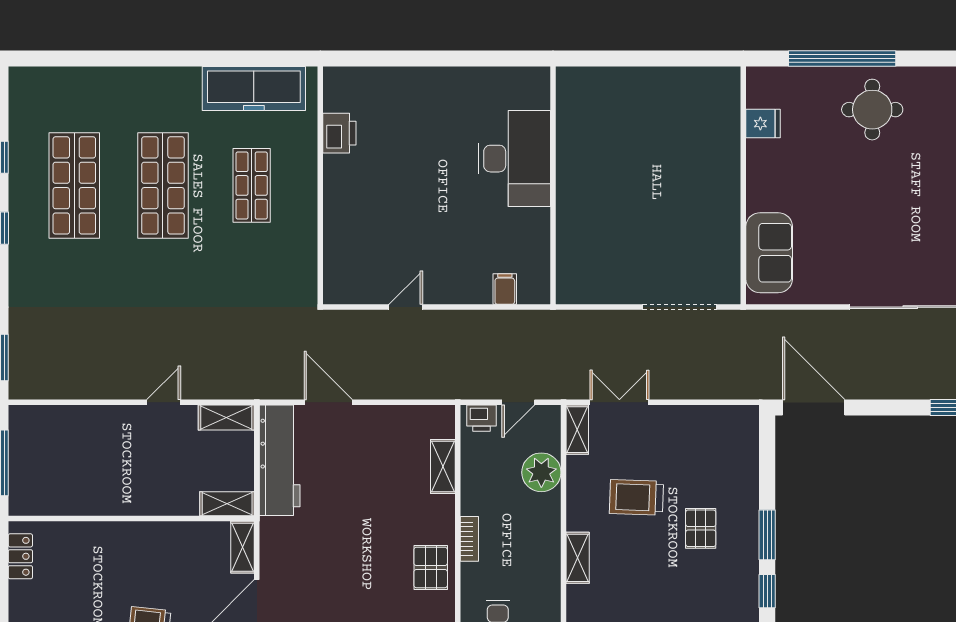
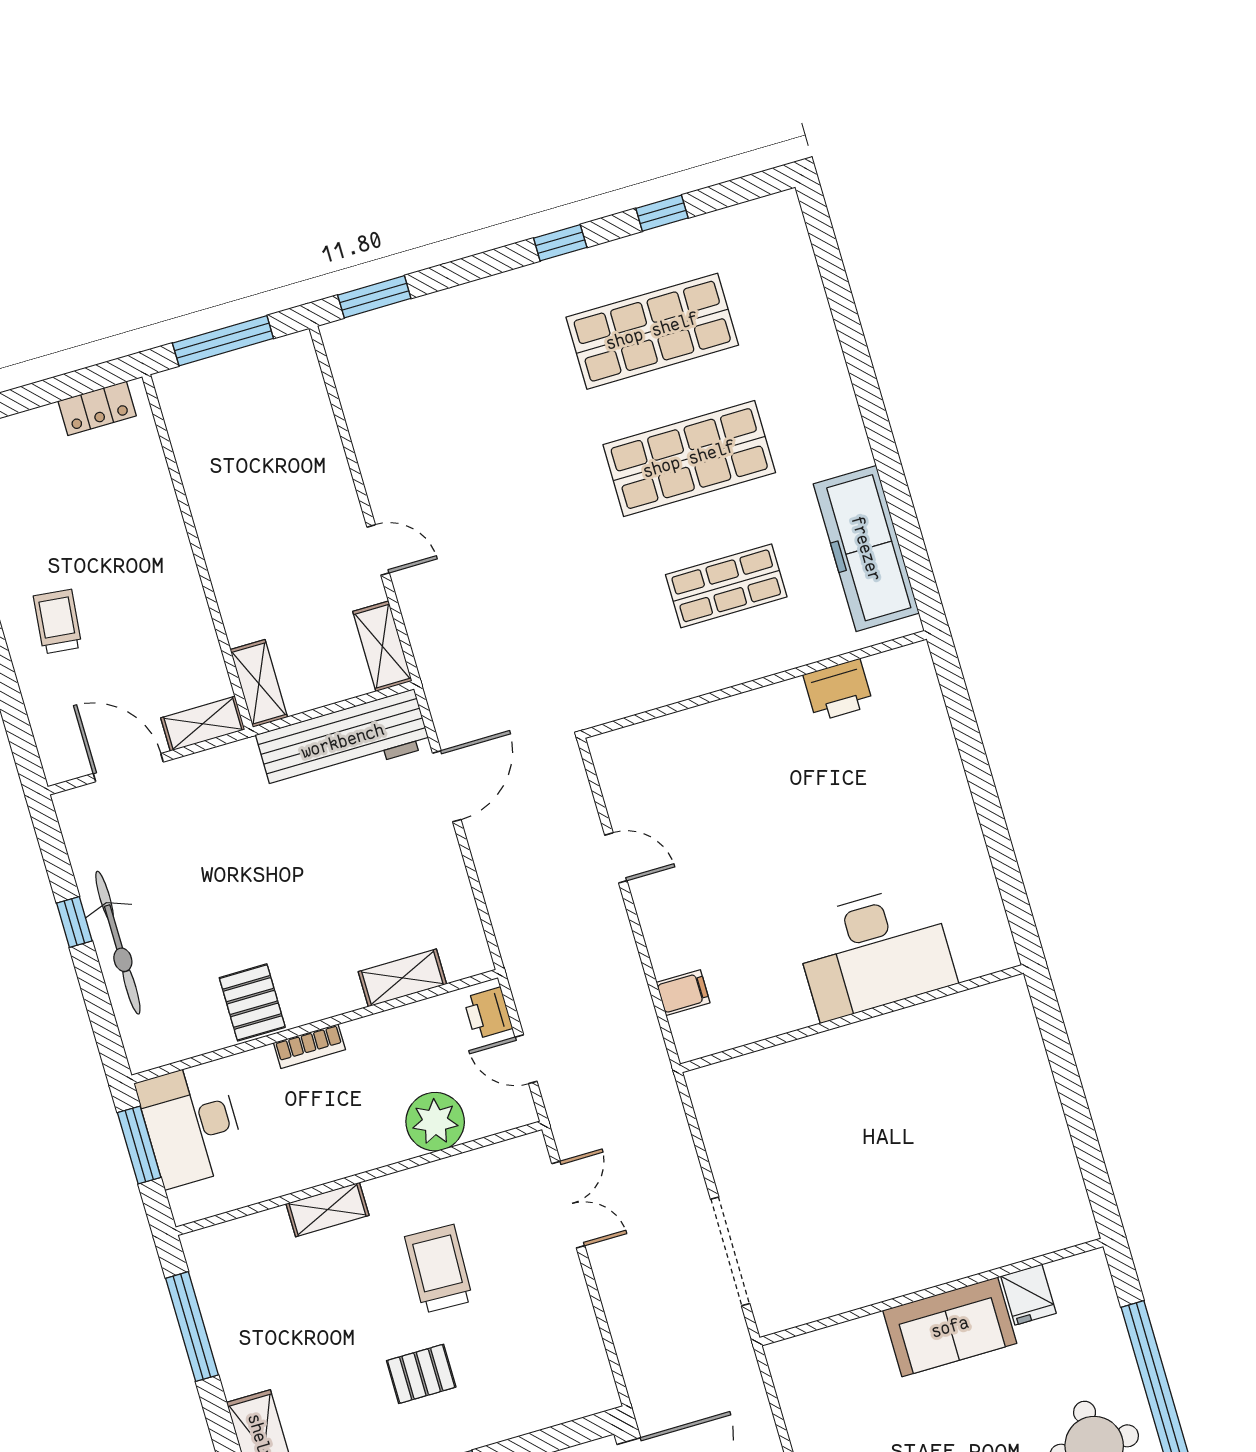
sofa: (769, 253) -> (950, 1327), moved
shelving: (577, 430) -> (511, 1155), removed
pallet: (431, 567) -> (252, 1002), turned 90

